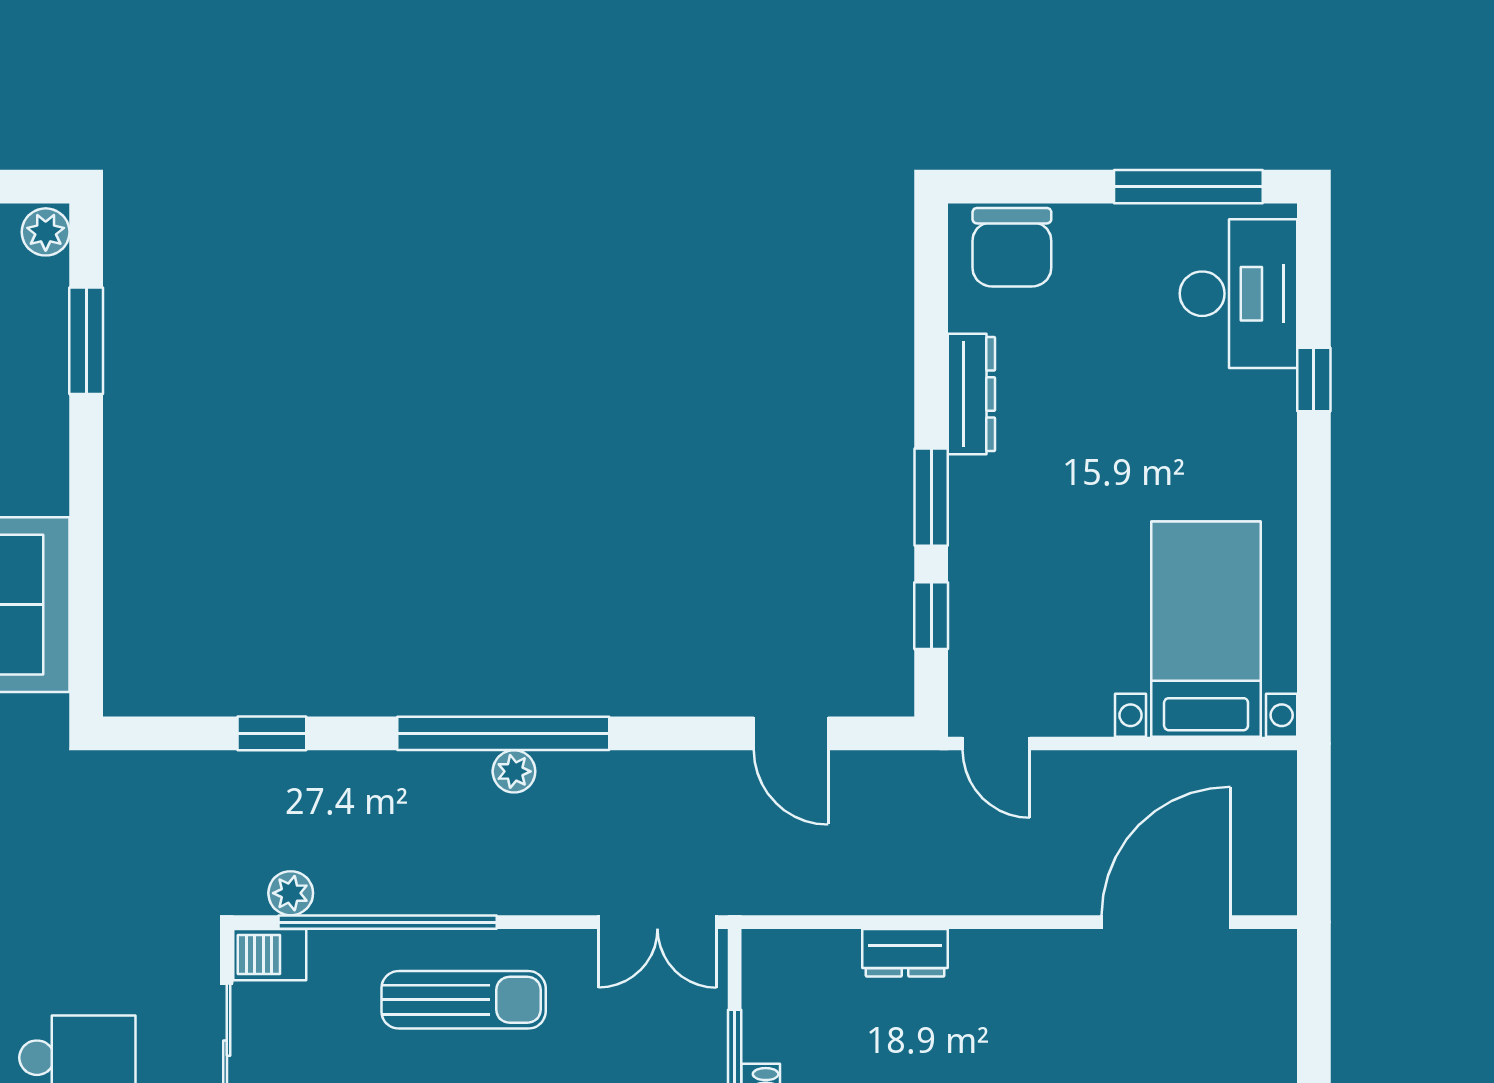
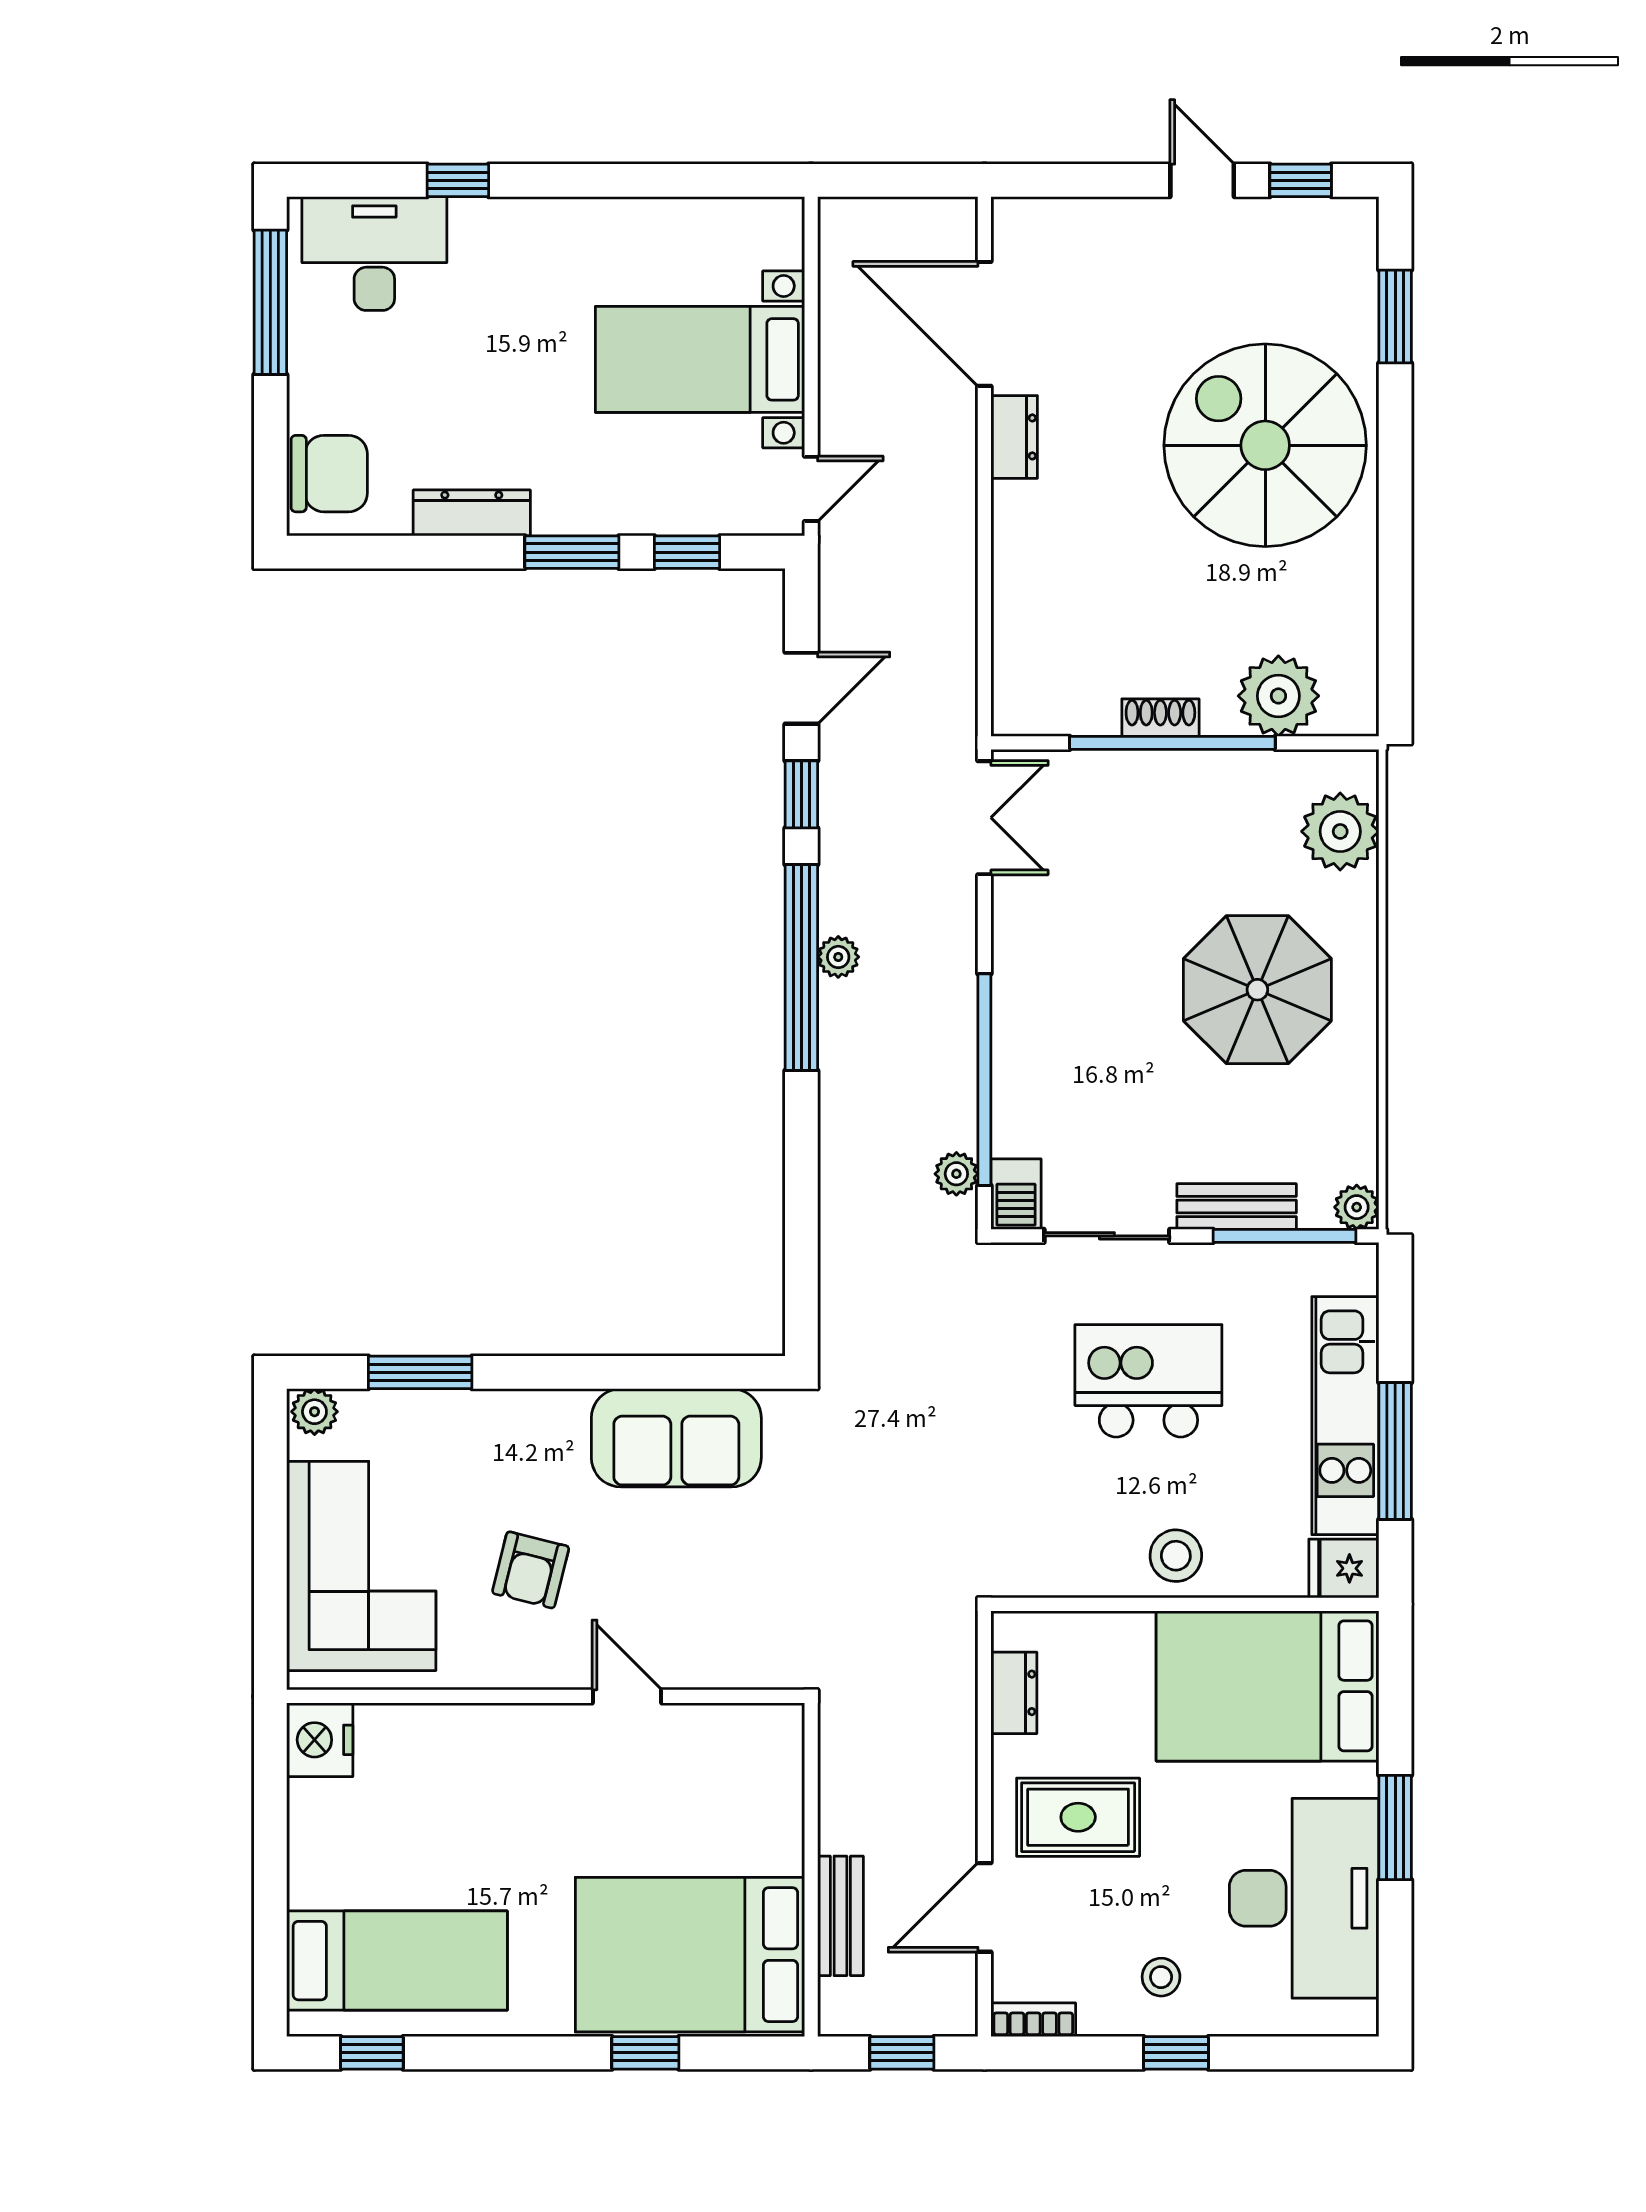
bed with nightstands: (1206, 629) -> (700, 359), moved
window: (272, 733) -> (801, 794), moved
dresser: (905, 953) -> (1014, 437), moved
sun lounger: (464, 1000) -> (1060, 1006), removed

